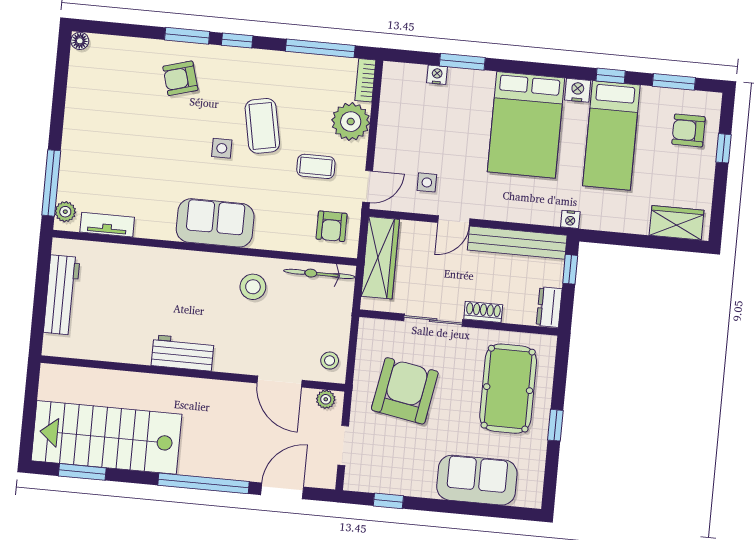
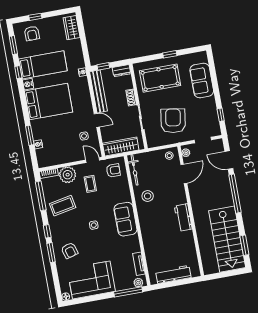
corner sofa: (101, 108) -> (91, 280), added
coffee table: (262, 126) -> (63, 206), moved
armchair: (405, 391) -> (173, 121), turned 89

